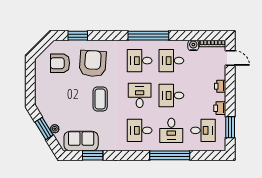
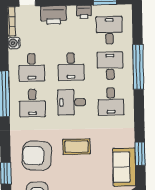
printer: (220, 86) -> (53, 15), width x1.87, depth x1.48
desk: (171, 130) -> (110, 66), turned -90

